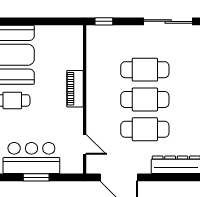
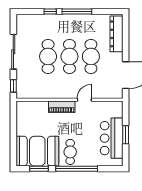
sliding door: (168, 21) -> (13, 52), moved
door: (85, 144) -> (84, 100), moved

